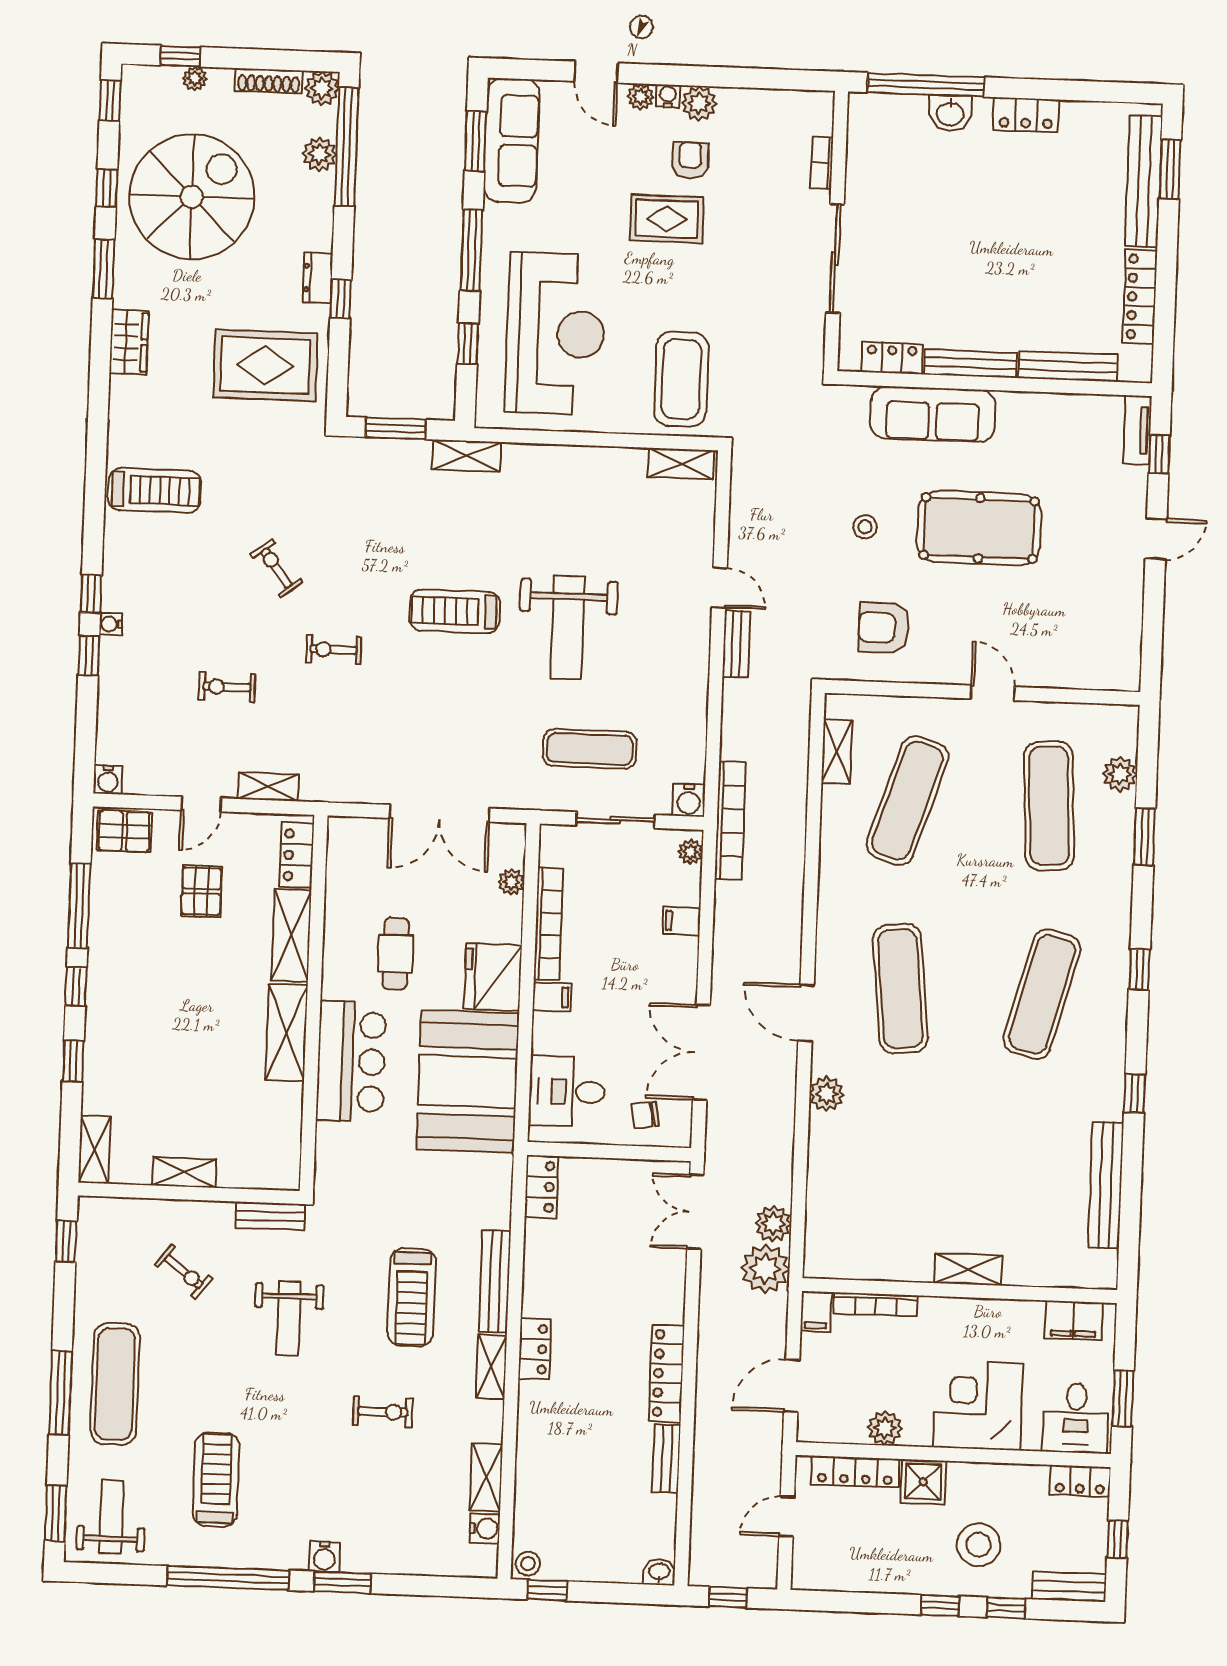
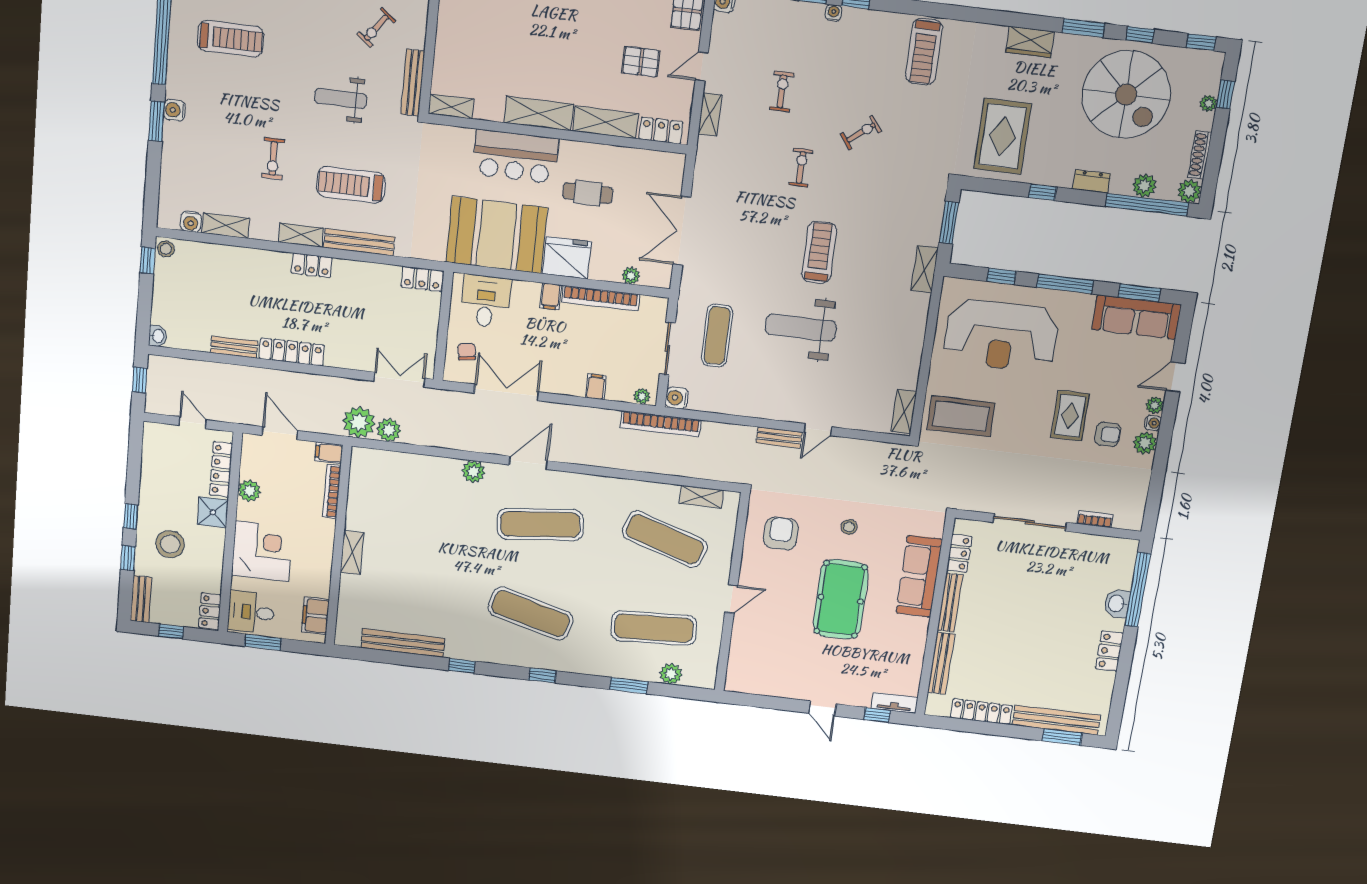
dresser: (318, 278) -> (1092, 181), moved
door: (201, 804) -> (702, 67), hinge flipped
shelving: (184, 1172) -> (451, 106), moved, turned 90
bench: (270, 1216) -> (413, 83), width x1.36

